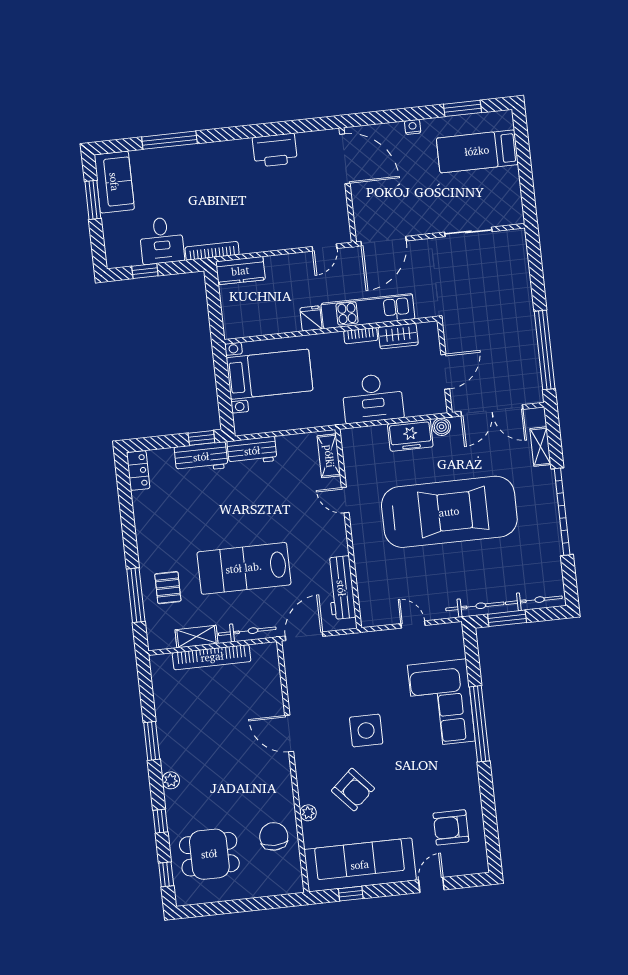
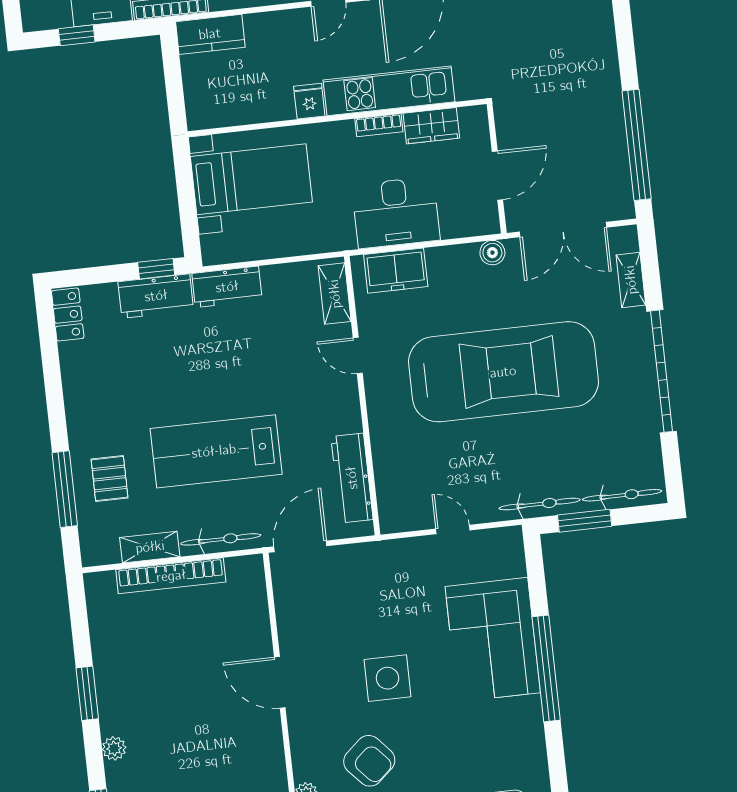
freezer: (410, 435) -> (396, 271), moved

